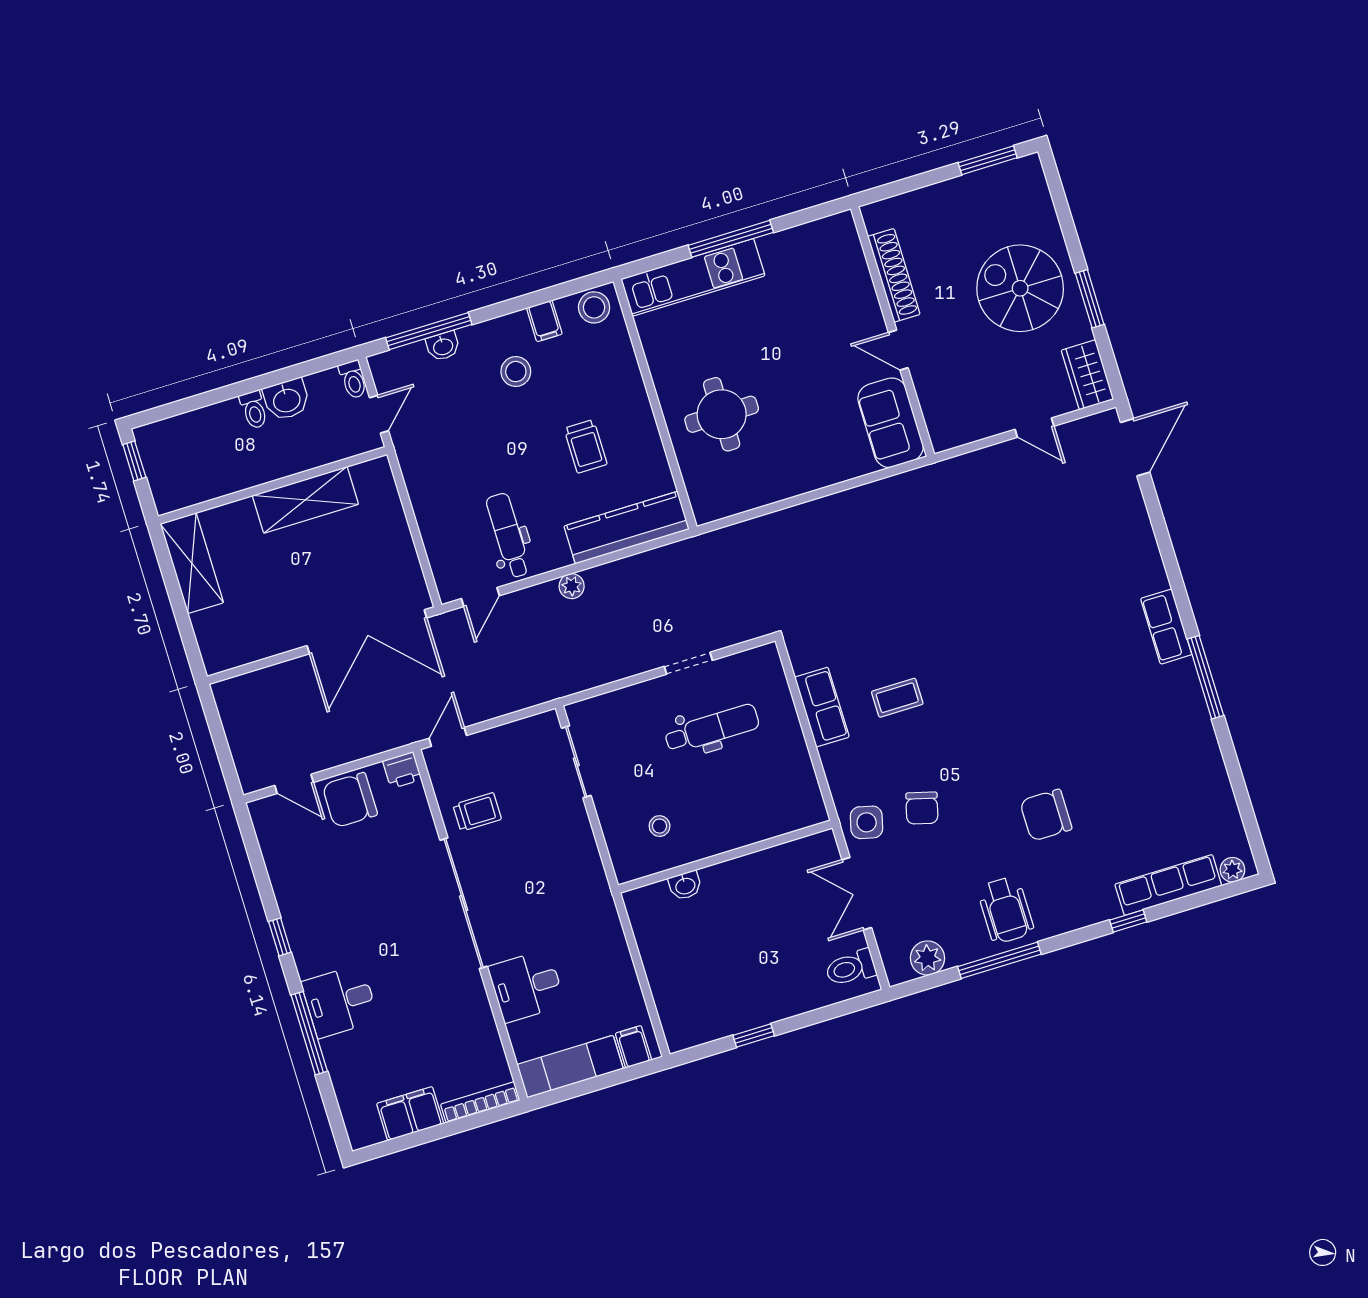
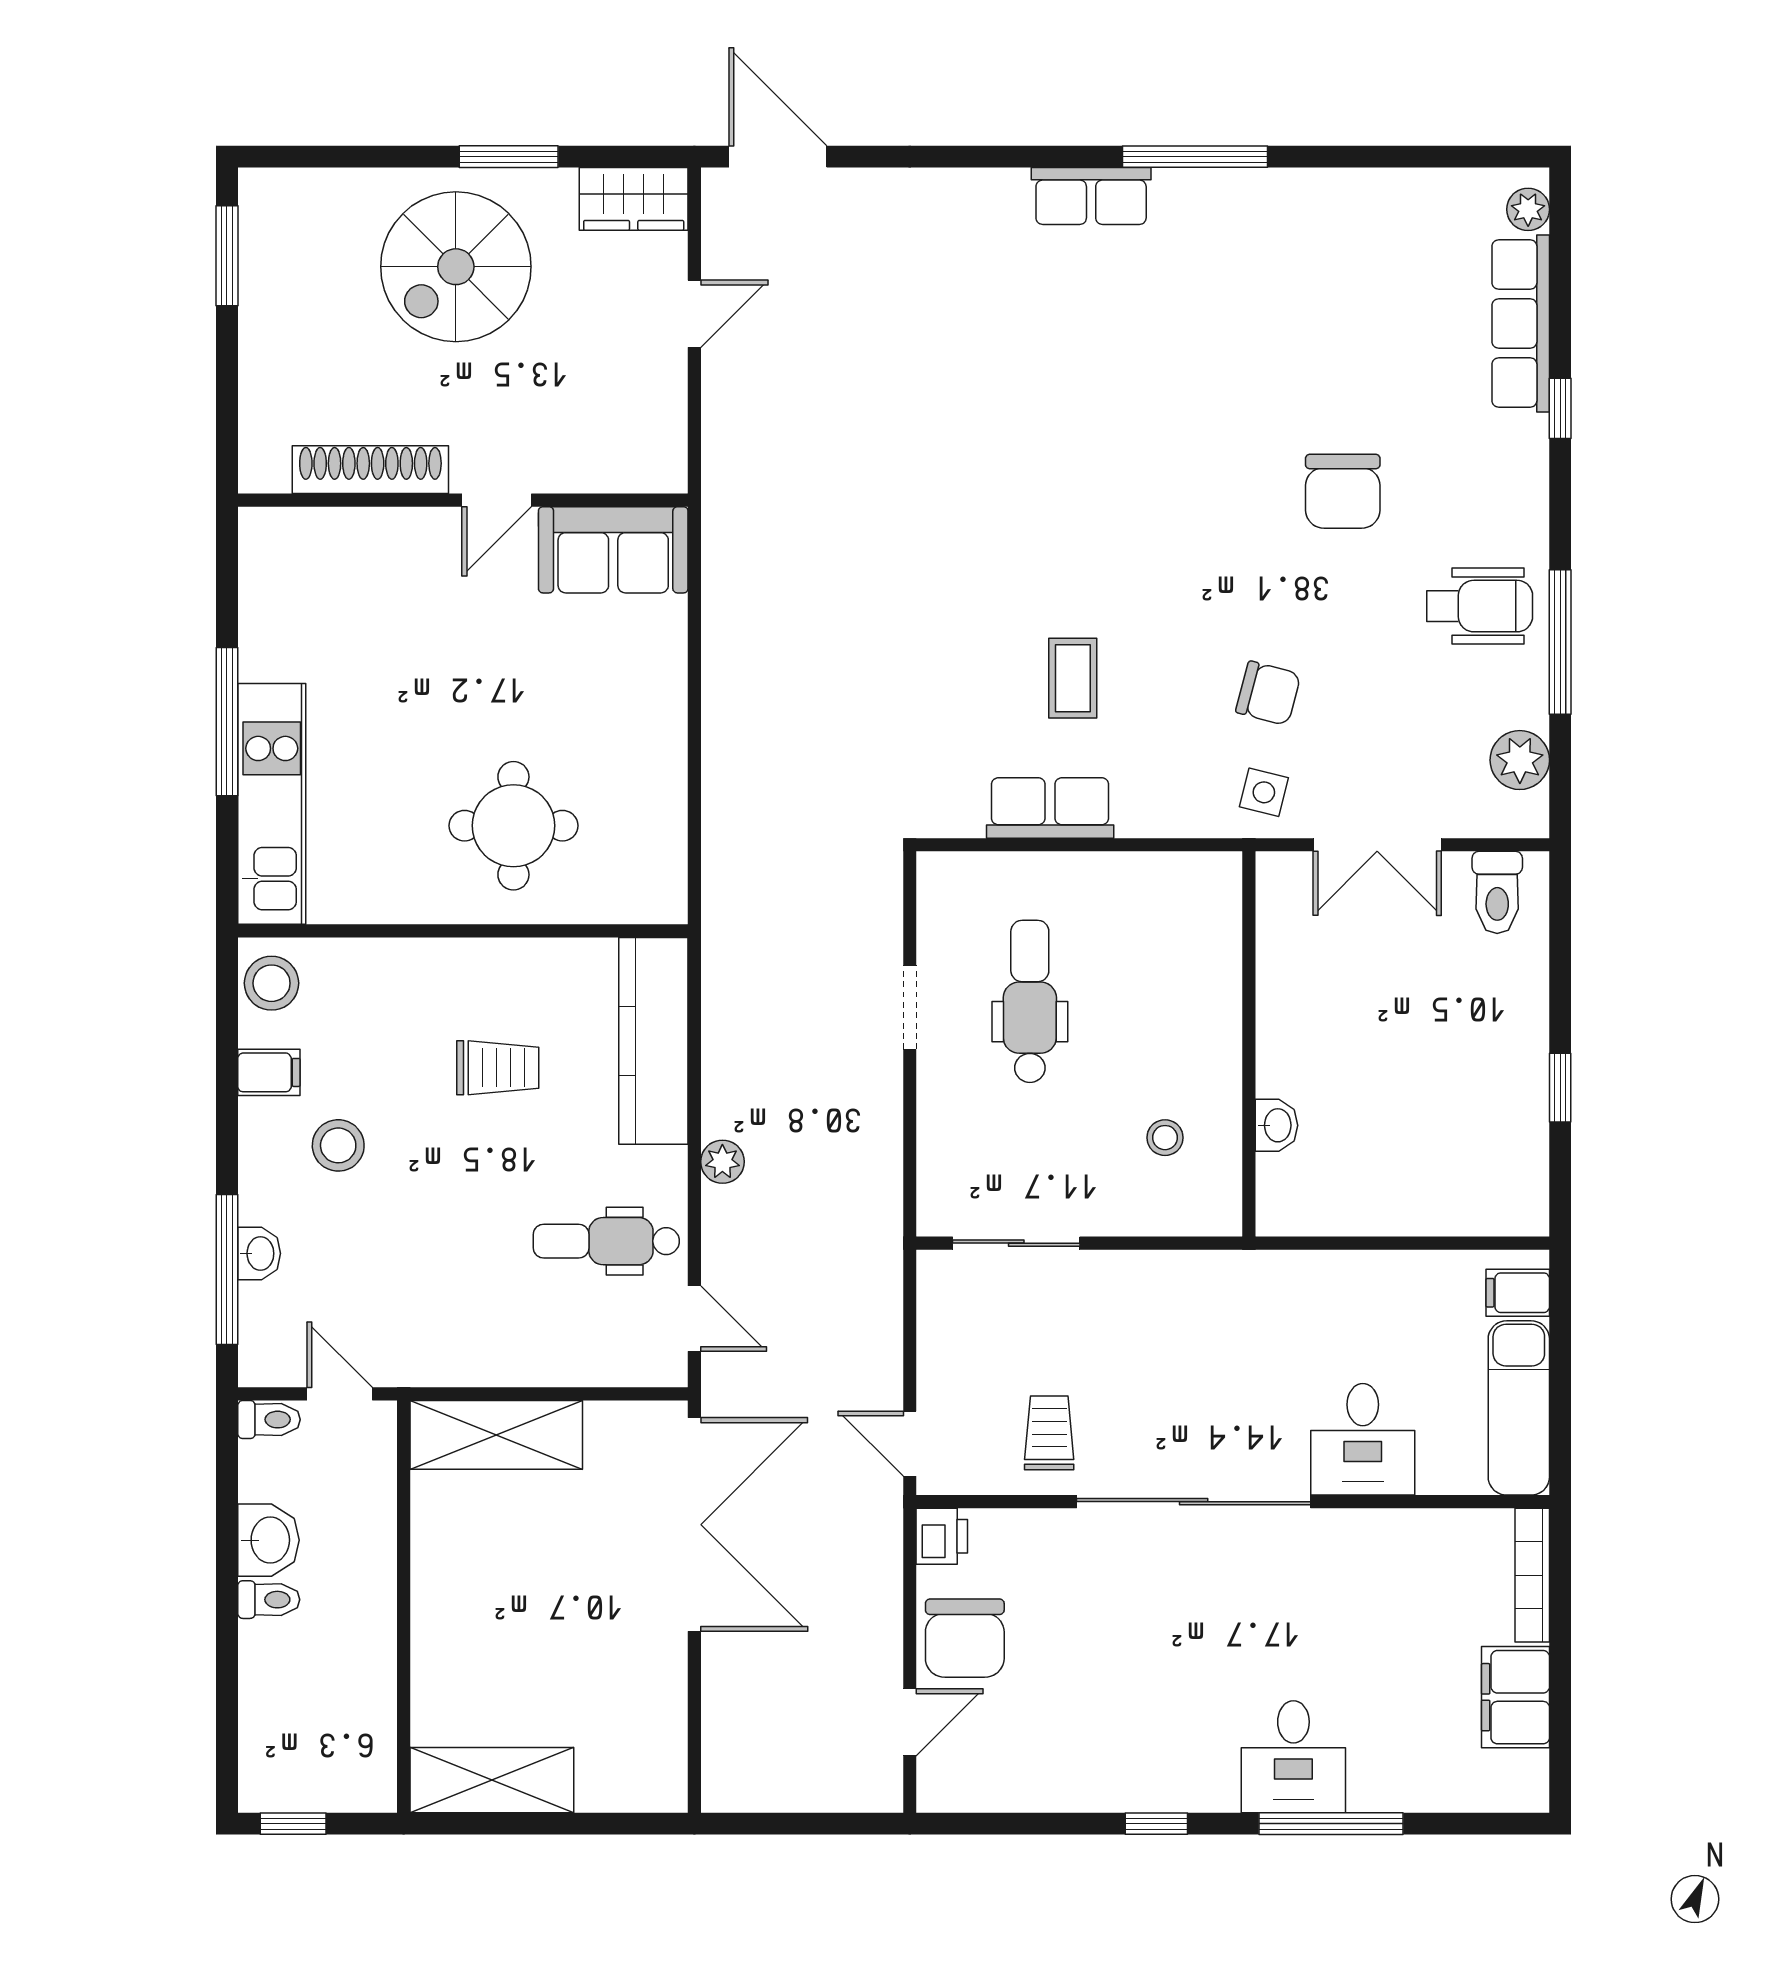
shelving: (305, 500) -> (496, 1435), moved, turned 90
side table: (867, 822) -> (1264, 792), width x0.73, depth x0.73

